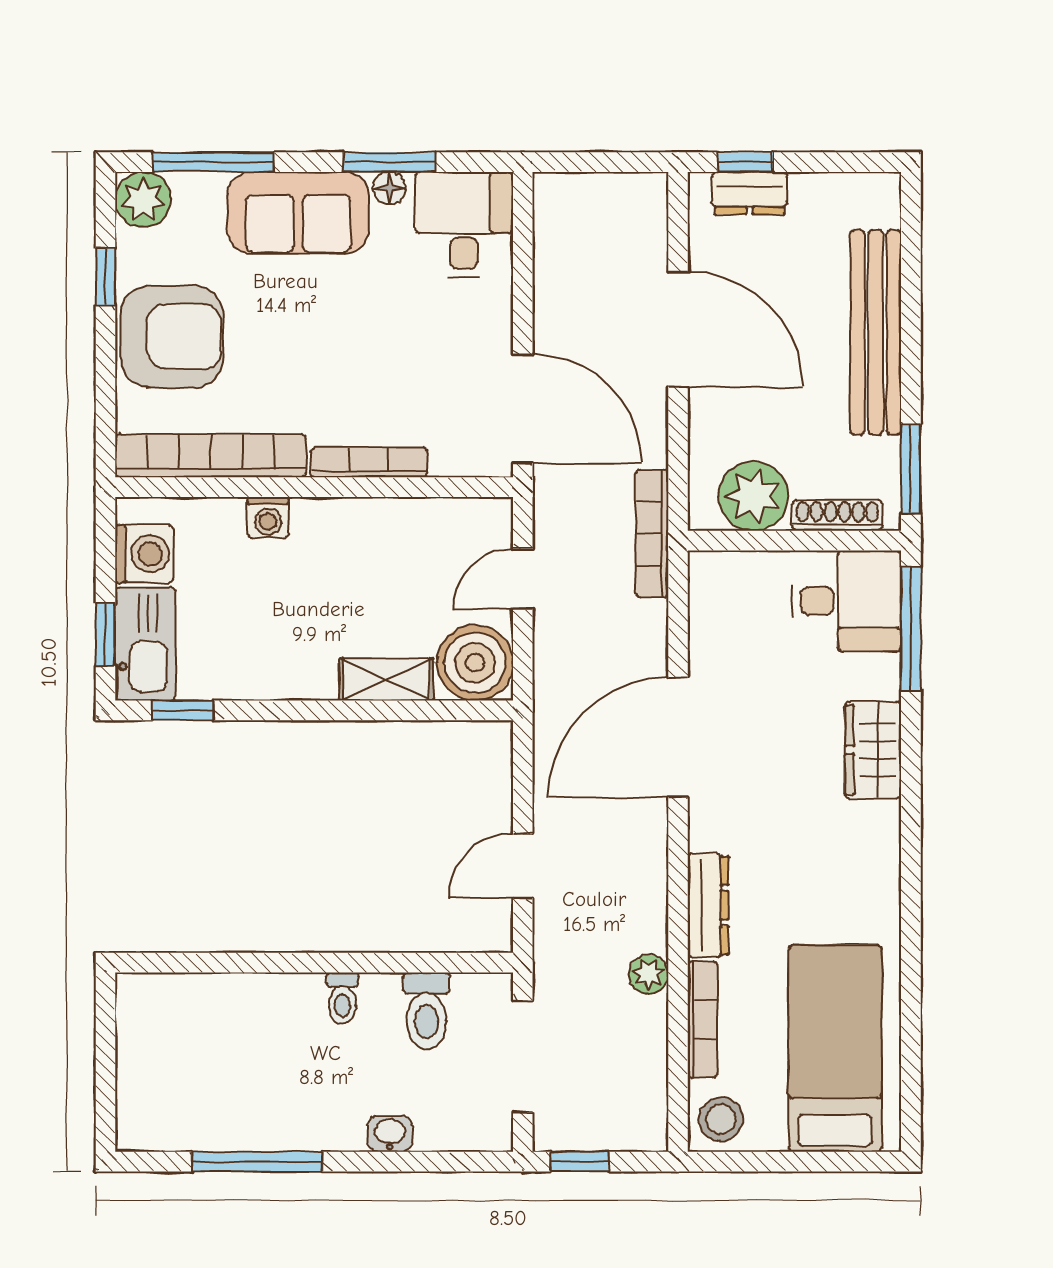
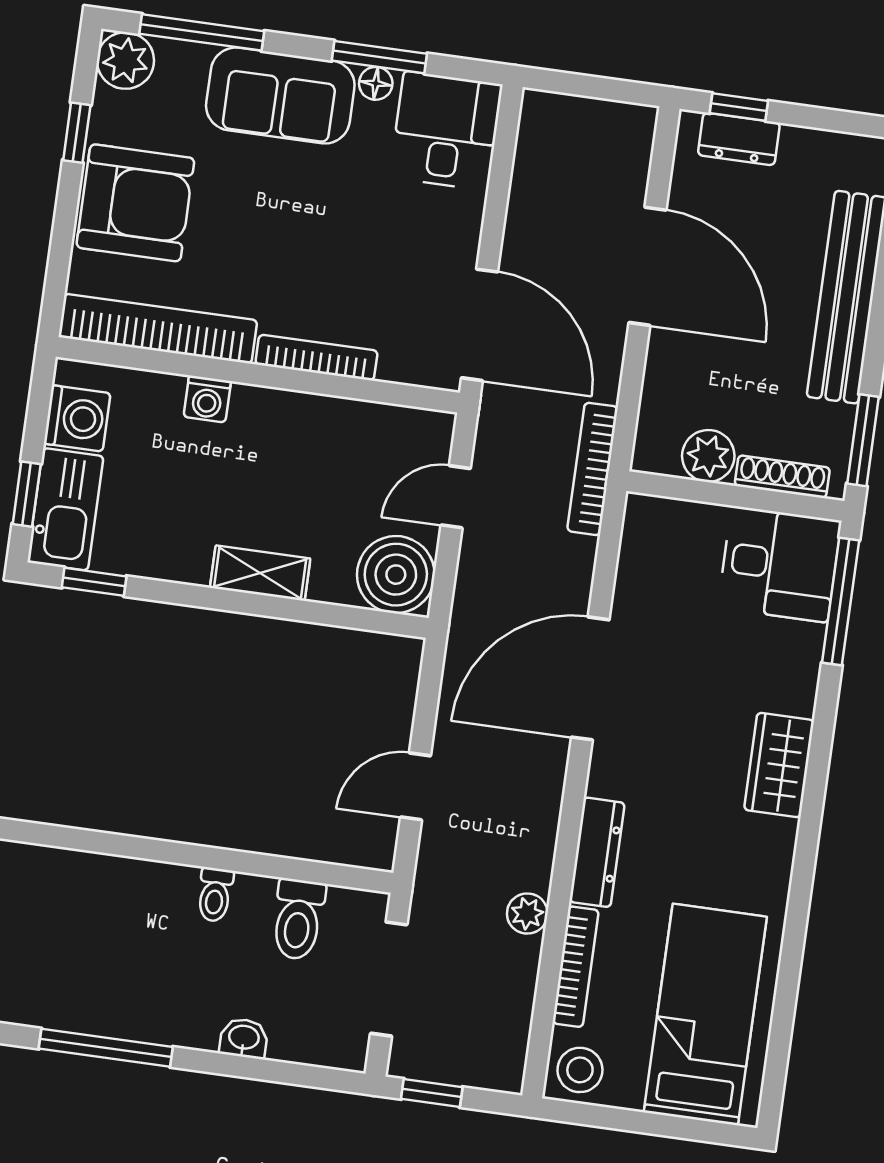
plant: (753, 496) -> (708, 456), width x0.73, depth x0.73
shelving: (386, 680) -> (260, 573), moved
wardrobe: (873, 750) -> (779, 765), moved

